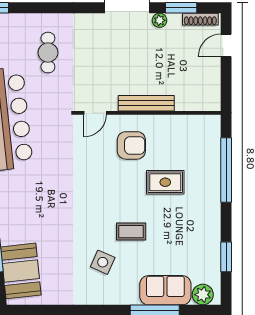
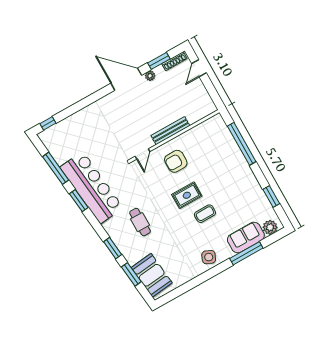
cafe table: (48, 53) -> (140, 222), moved
armchair: (131, 145) -> (176, 161), turned 180
rug: (165, 182) -> (187, 195), moved
side table: (103, 262) -> (209, 257), moved

